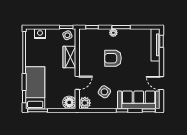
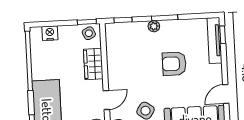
armchair: (113, 58) -> (174, 64), moved
door: (161, 83) -> (226, 94), hinge flipped

